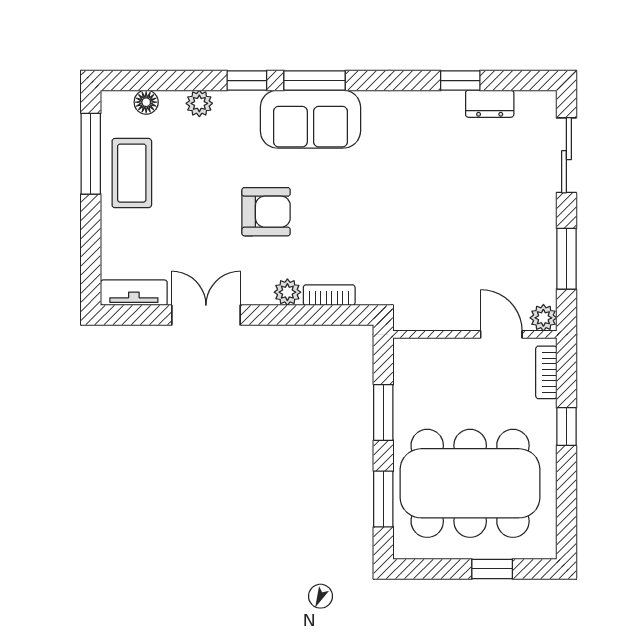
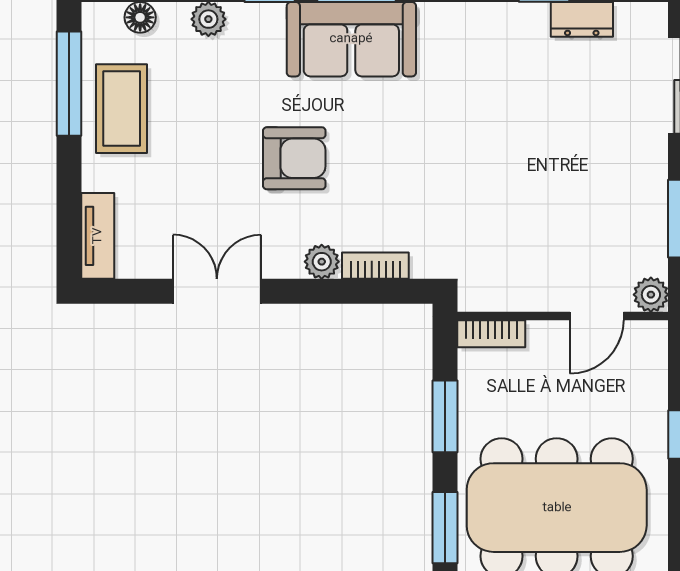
tv unit: (134, 293) -> (98, 236), moved, turned 90
door: (501, 334) -> (597, 316), swing flipped
bookcase: (546, 372) -> (491, 334), moved, turned -90

